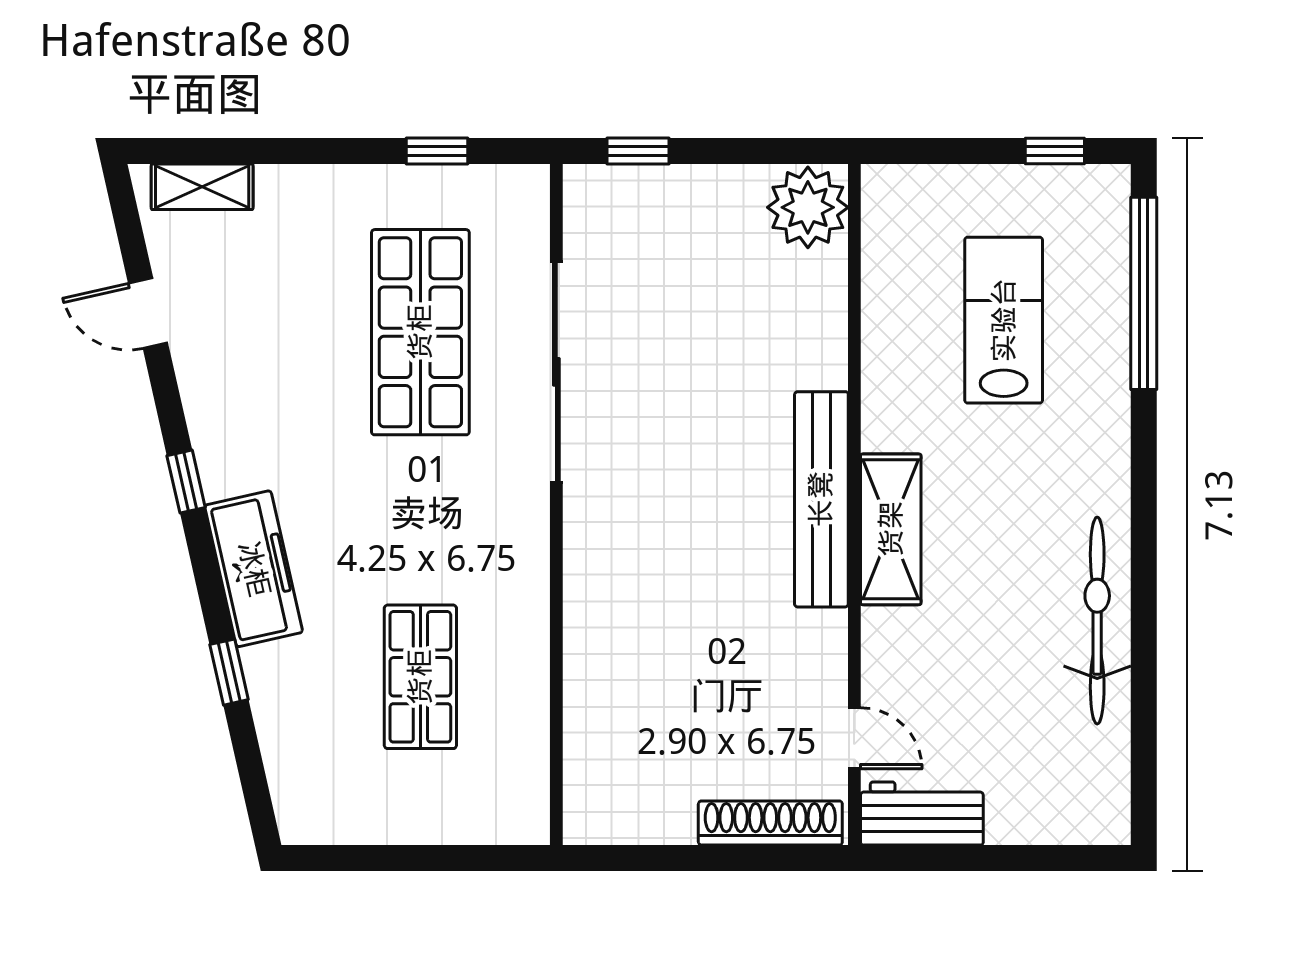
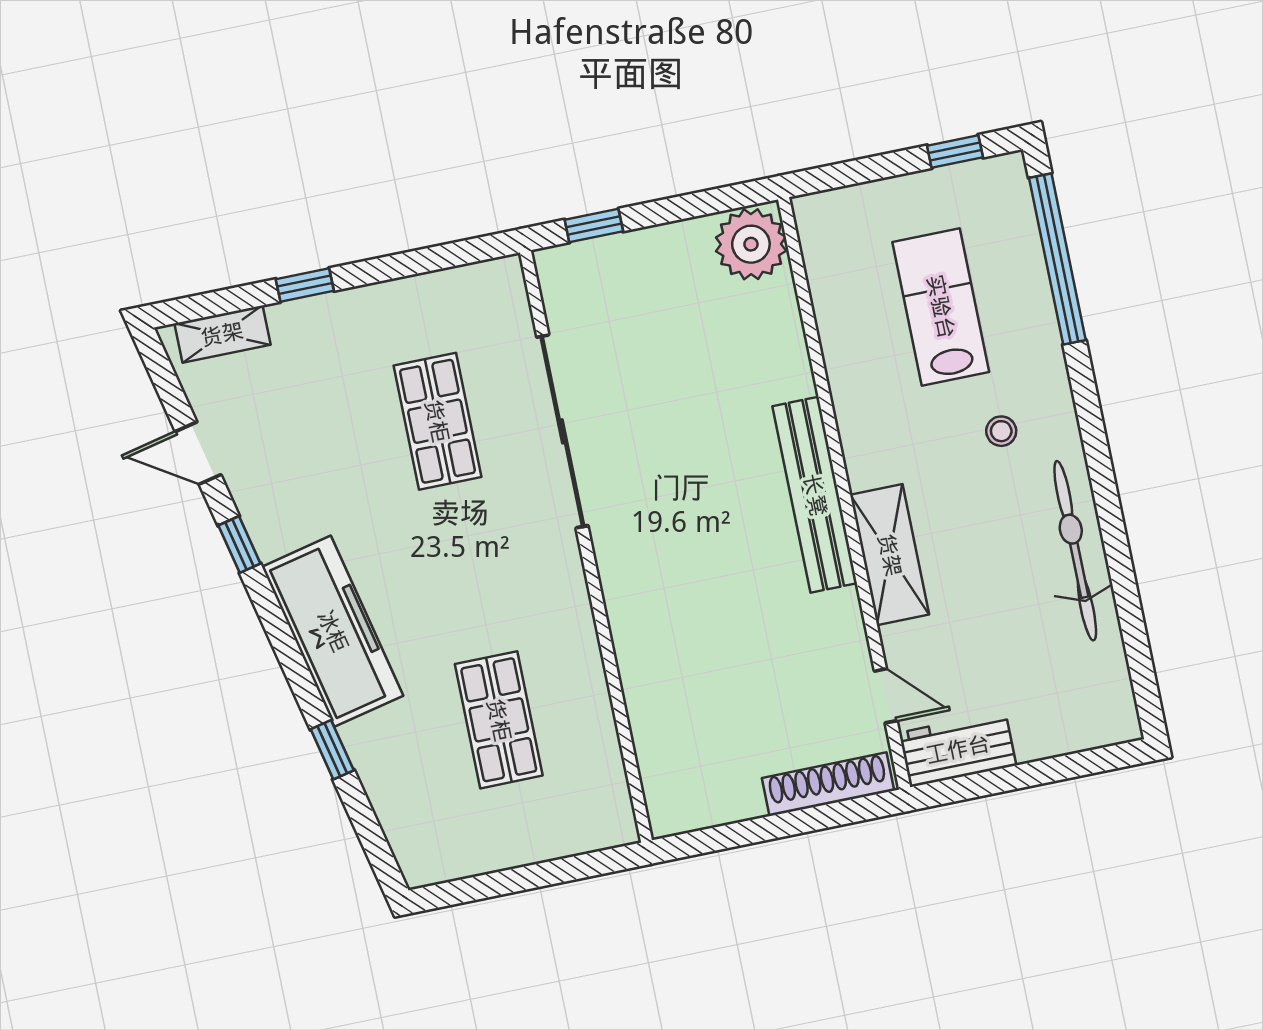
window: (437, 151) -> (305, 285), moved
shop shelf: (420, 332) -> (437, 421), width x0.70, depth x0.74
stool: (1042, 471) -> (1001, 431), added
window: (186, 482) -> (239, 545), moved
shelving: (891, 529) -> (890, 555), moved
freezer: (254, 569) -> (333, 631), width x1.36, depth x1.26

